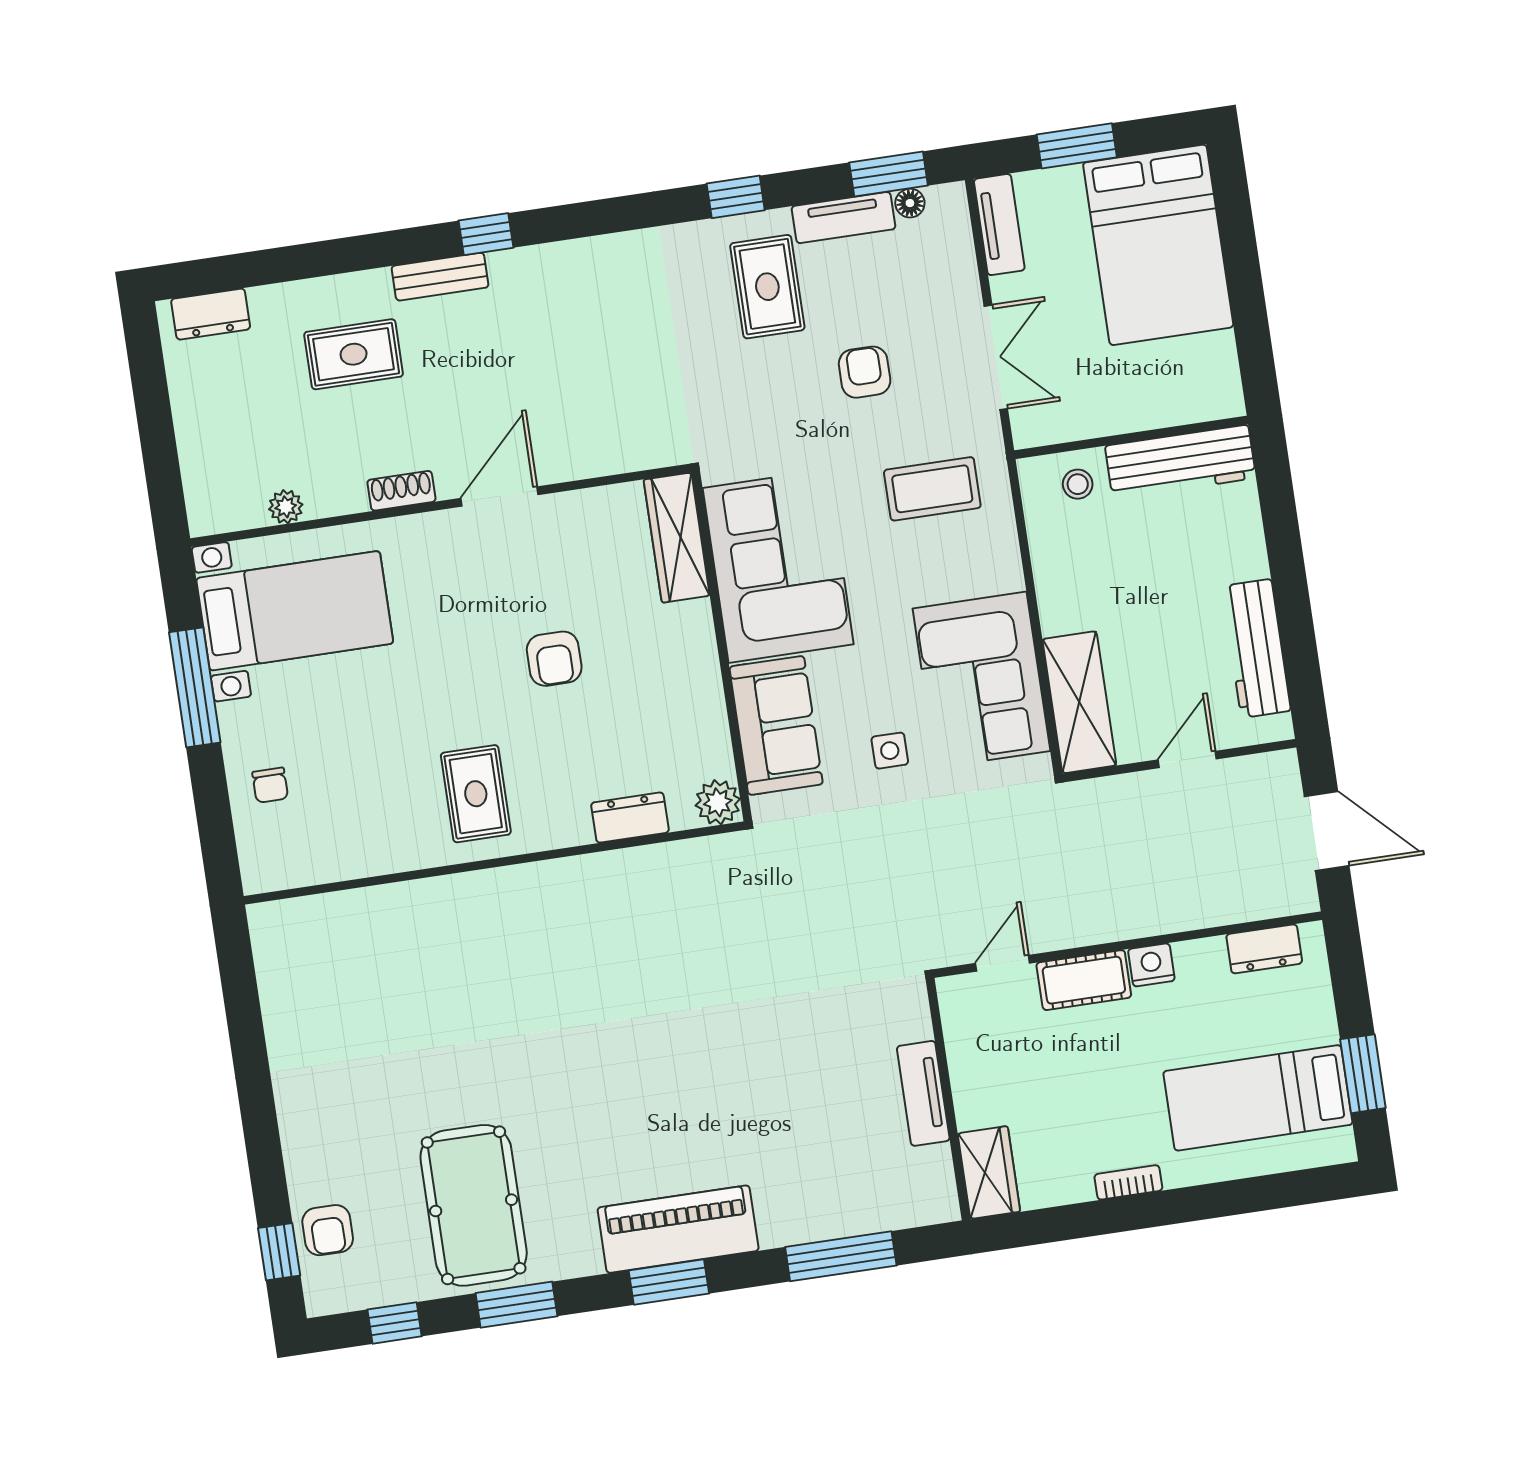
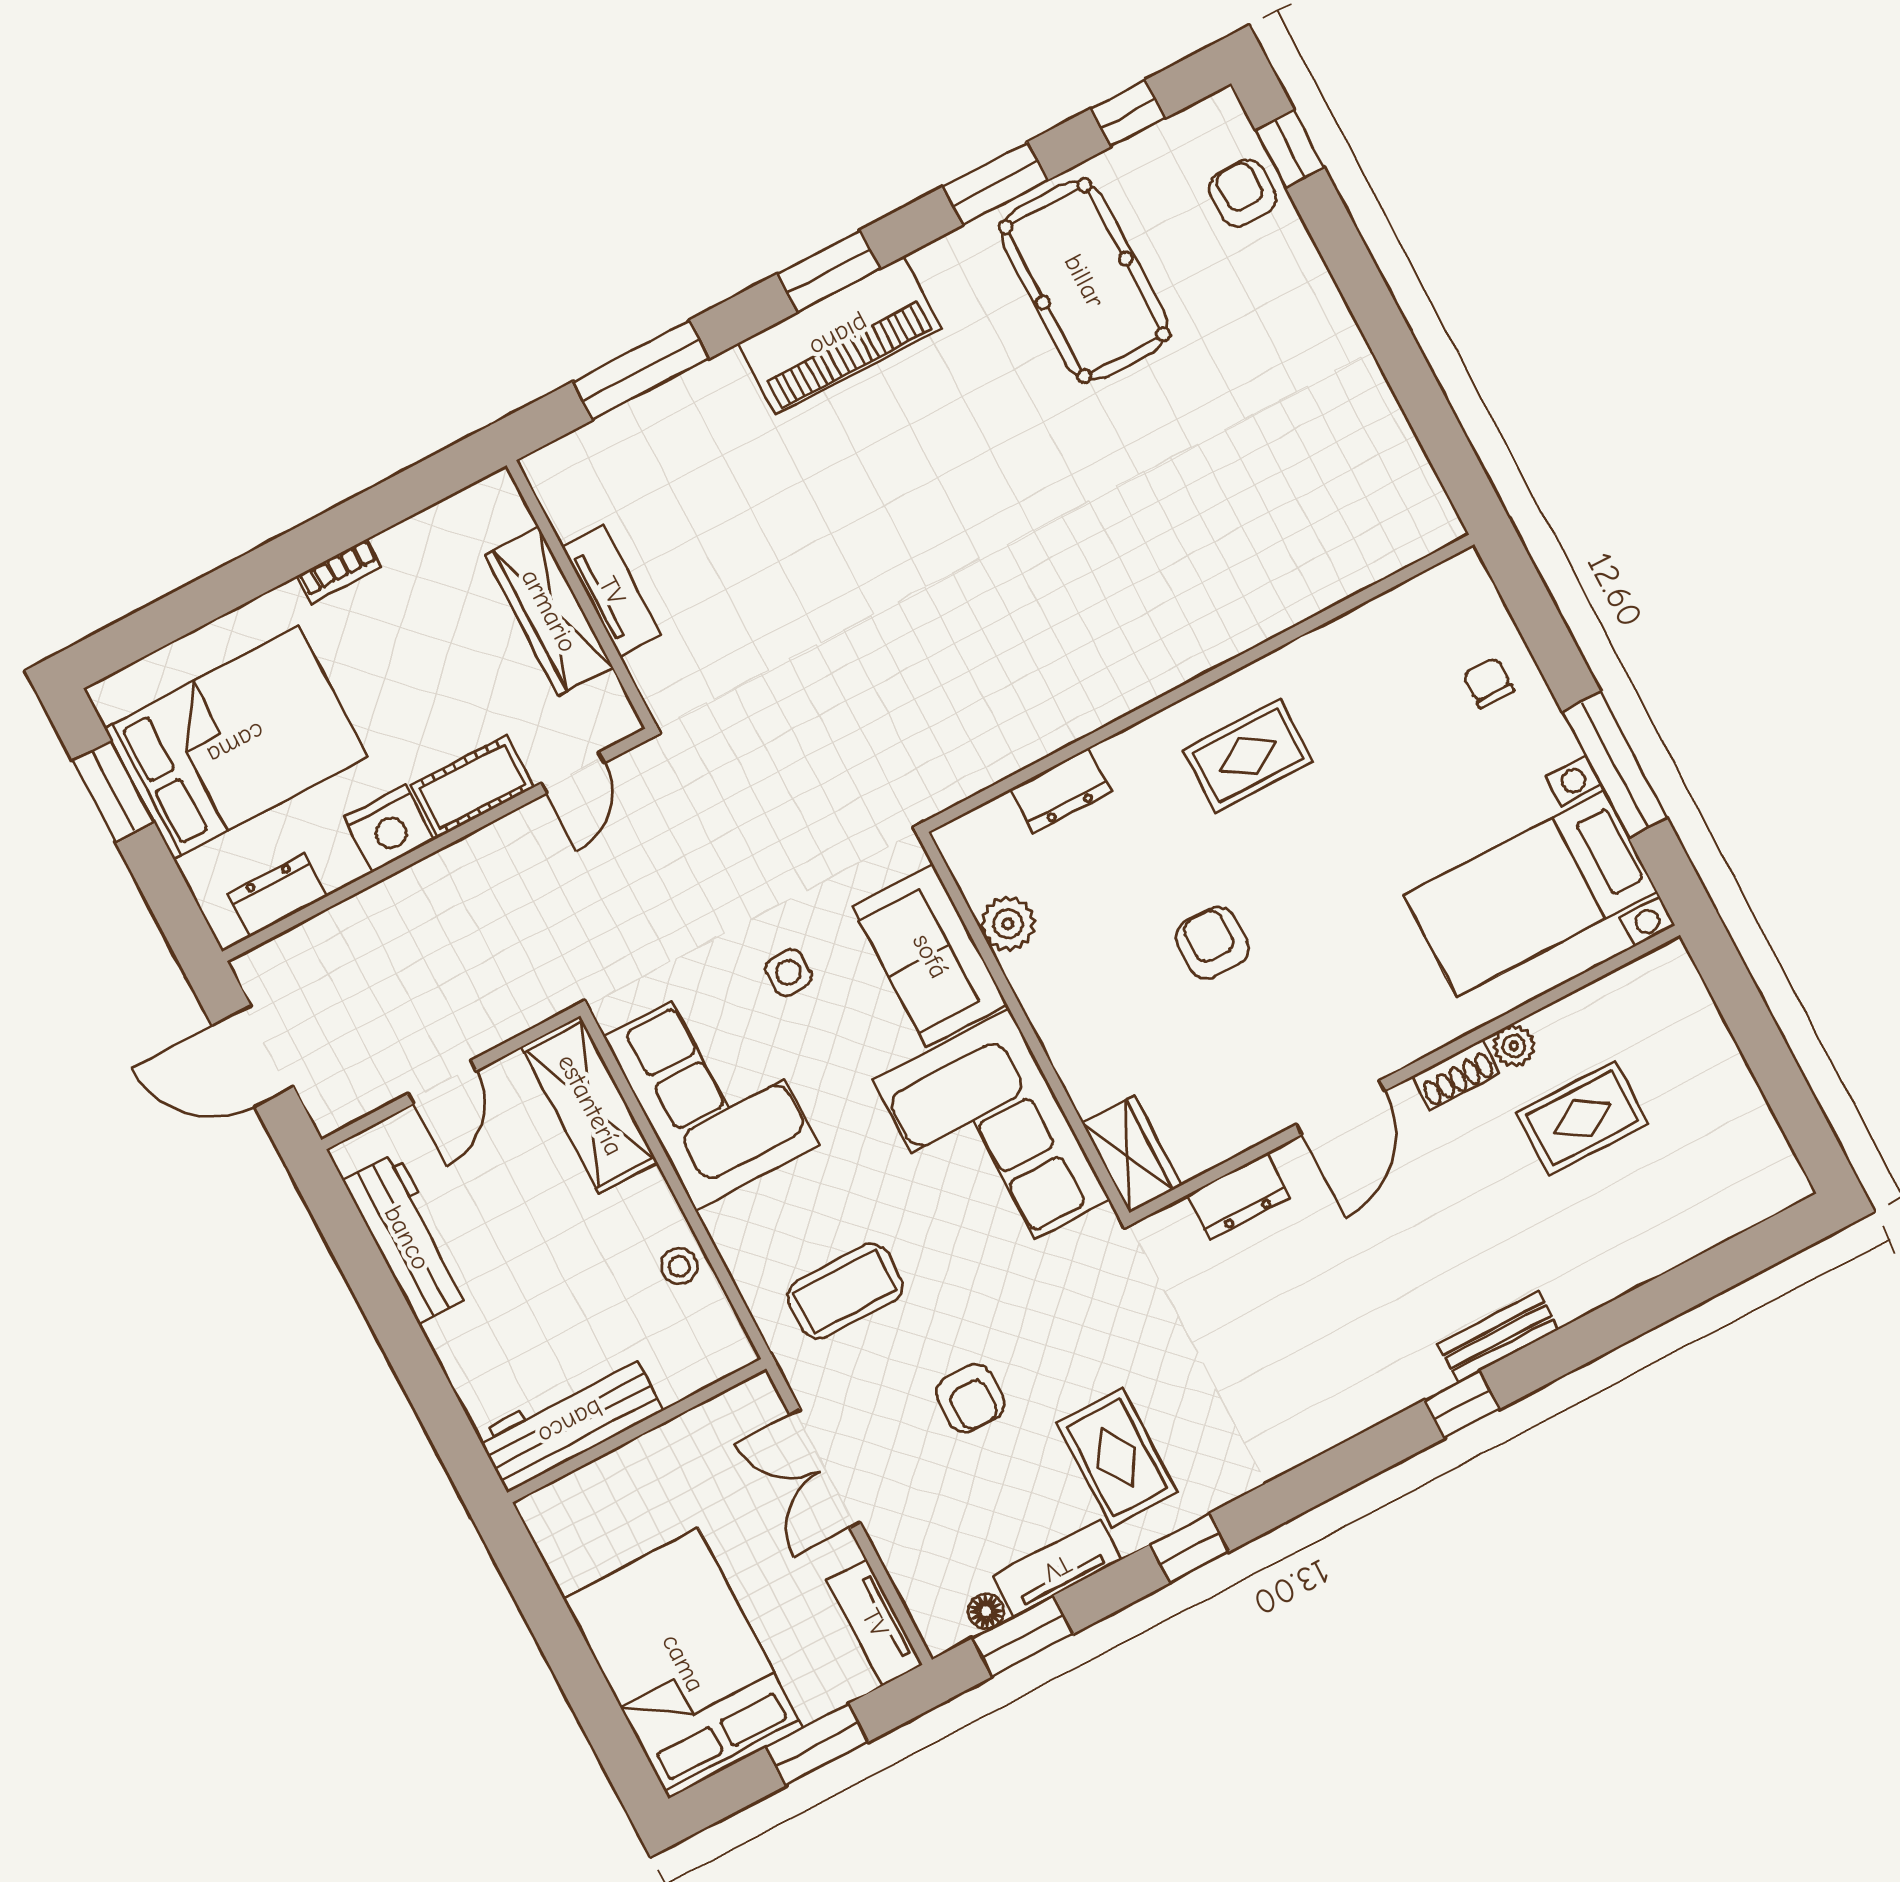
dresser: (211, 314) -> (1238, 1196), moved, turned 180
rug: (354, 354) -> (1582, 1118), moved
stool: (1078, 484) -> (679, 1266), moved
plant: (286, 507) -> (1514, 1046), moved
wardrobe: (677, 538) -> (1132, 1154), width x0.67
rug: (476, 794) -> (1248, 756), turned 90
plant: (718, 802) -> (1008, 924), moved
nightstand: (1151, 965) -> (389, 829), width x1.36, depth x1.33
bed: (1258, 1098) -> (236, 743), width x1.50
wardrobe: (989, 1173) -> (549, 611), moved, width x1.50

